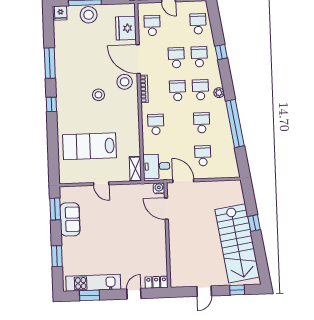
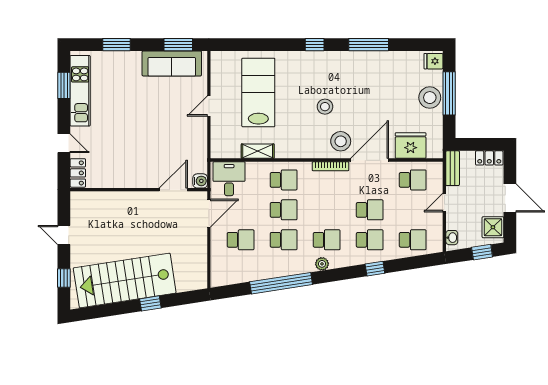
school desk: (177, 91) -> (284, 210), moved
shelving: (135, 169) -> (258, 151), moved
sofa: (70, 219) -> (172, 63), width x1.36

